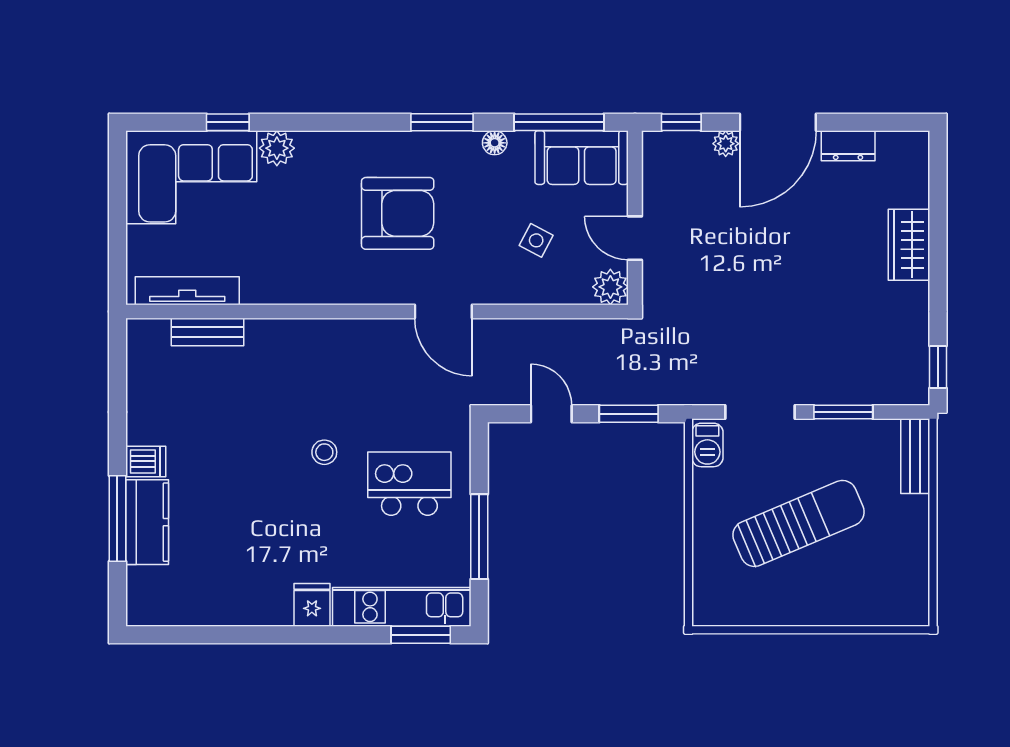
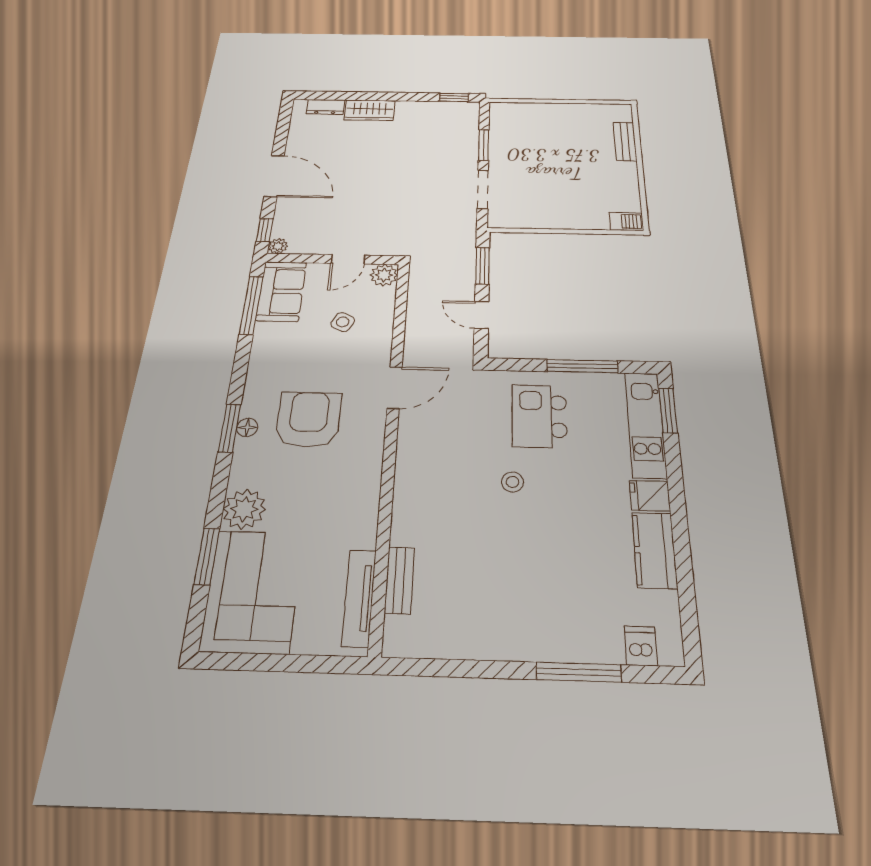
window: (228, 122) -> (207, 556), width x1.50
window: (442, 122) -> (230, 428), moved
floor lamp: (495, 143) -> (247, 427), moved
plant: (726, 144) -> (278, 246), moved
dresser: (848, 146) -> (326, 107), moved, turned 90
plant: (277, 148) -> (244, 509), width x1.36, depth x1.36
door: (551, 414) -> (481, 315), hinge flipped
barbecue: (707, 445) -> (626, 221), moved
bench: (915, 456) -> (625, 141), moved, turned 90
dishwasher: (146, 461) -> (641, 646), moved
kitchen counter: (147, 522) -> (655, 550), moved, turned -90
sun lounger: (799, 523) -> (563, 170), removed

